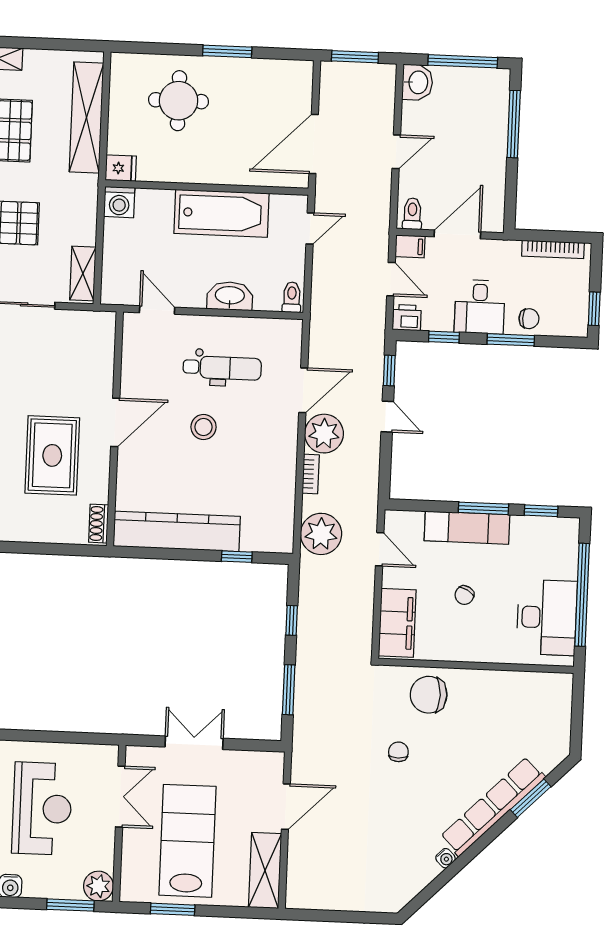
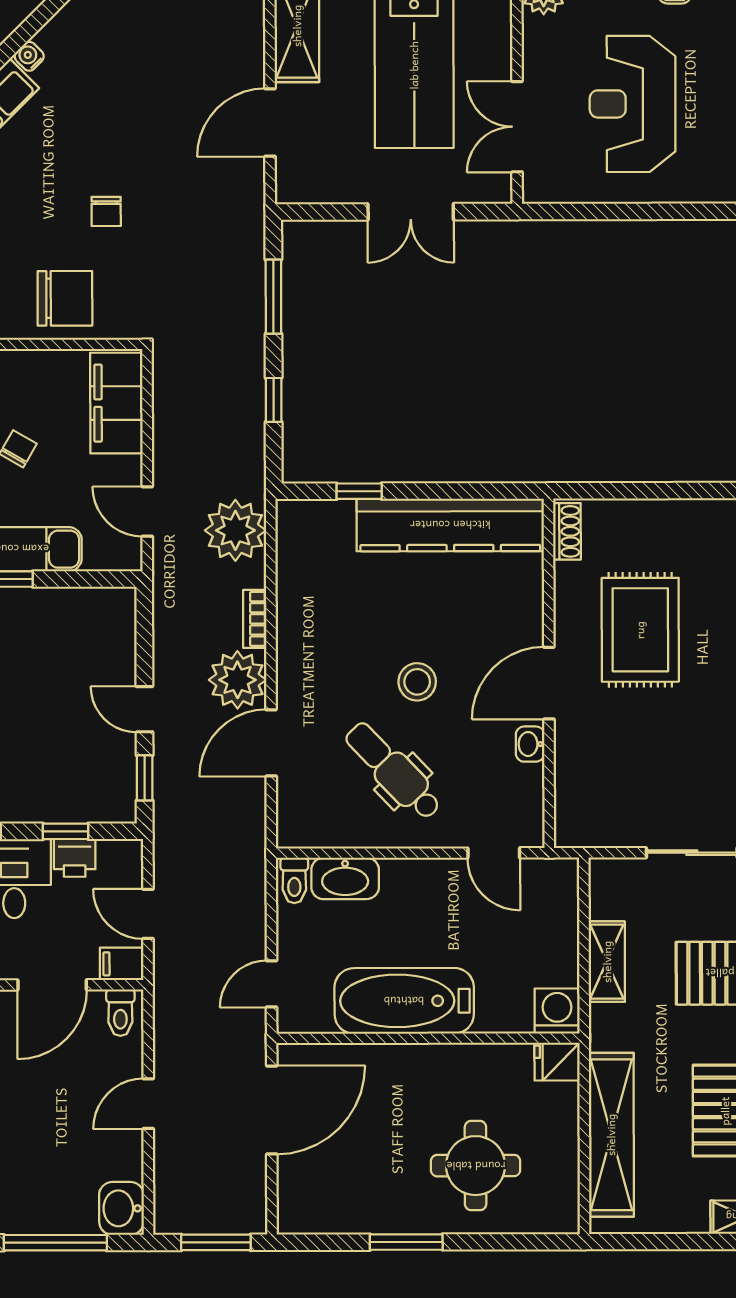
shelving: (83, 273) -> (607, 962), moved
washbasin: (230, 296) -> (345, 878), moved
printer: (407, 318) -> (75, 858), moved
dental chair: (222, 368) -> (393, 771), turned 46
washbasin: (130, 382) -> (530, 744), added

